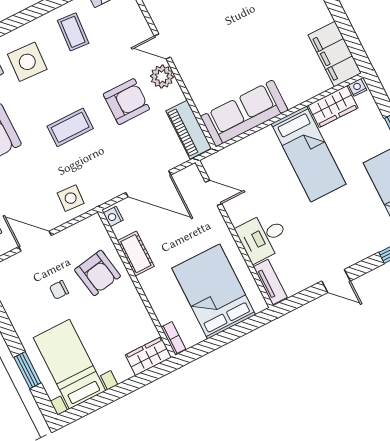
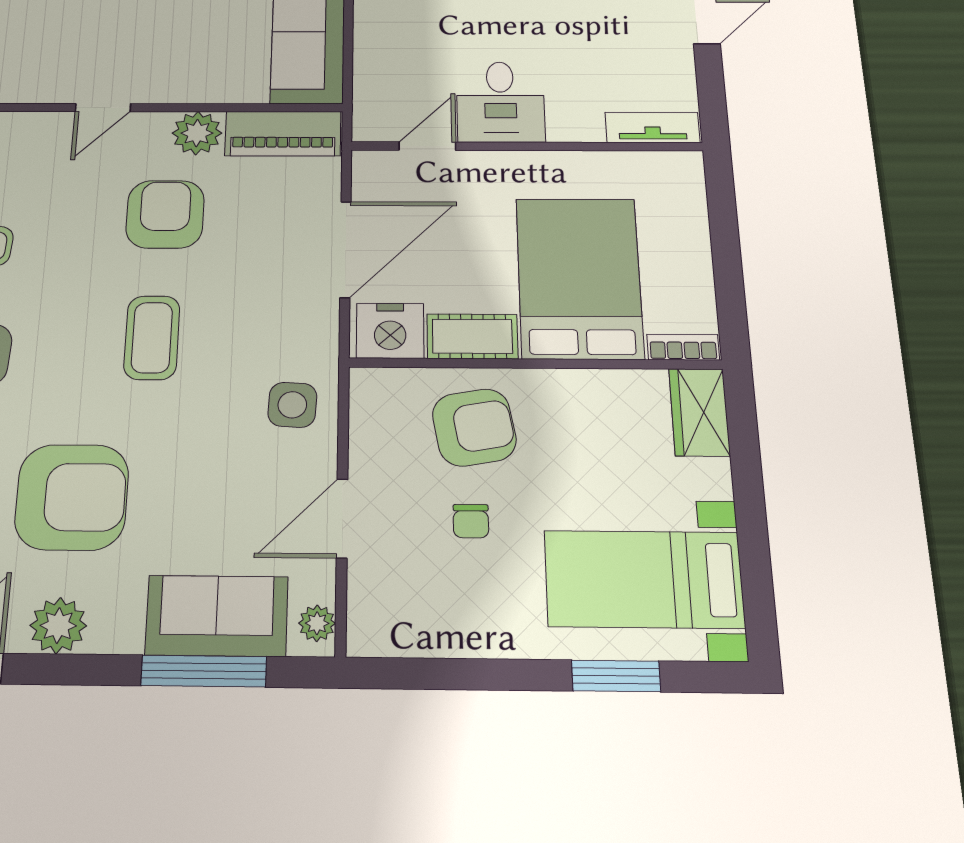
plant: (162, 77) -> (197, 133), moved
nightstand: (113, 216) -> (390, 331), width x1.89, depth x1.79
desk: (263, 237) -> (500, 102), moved
bed: (214, 291) -> (579, 278), moved, turned 90

